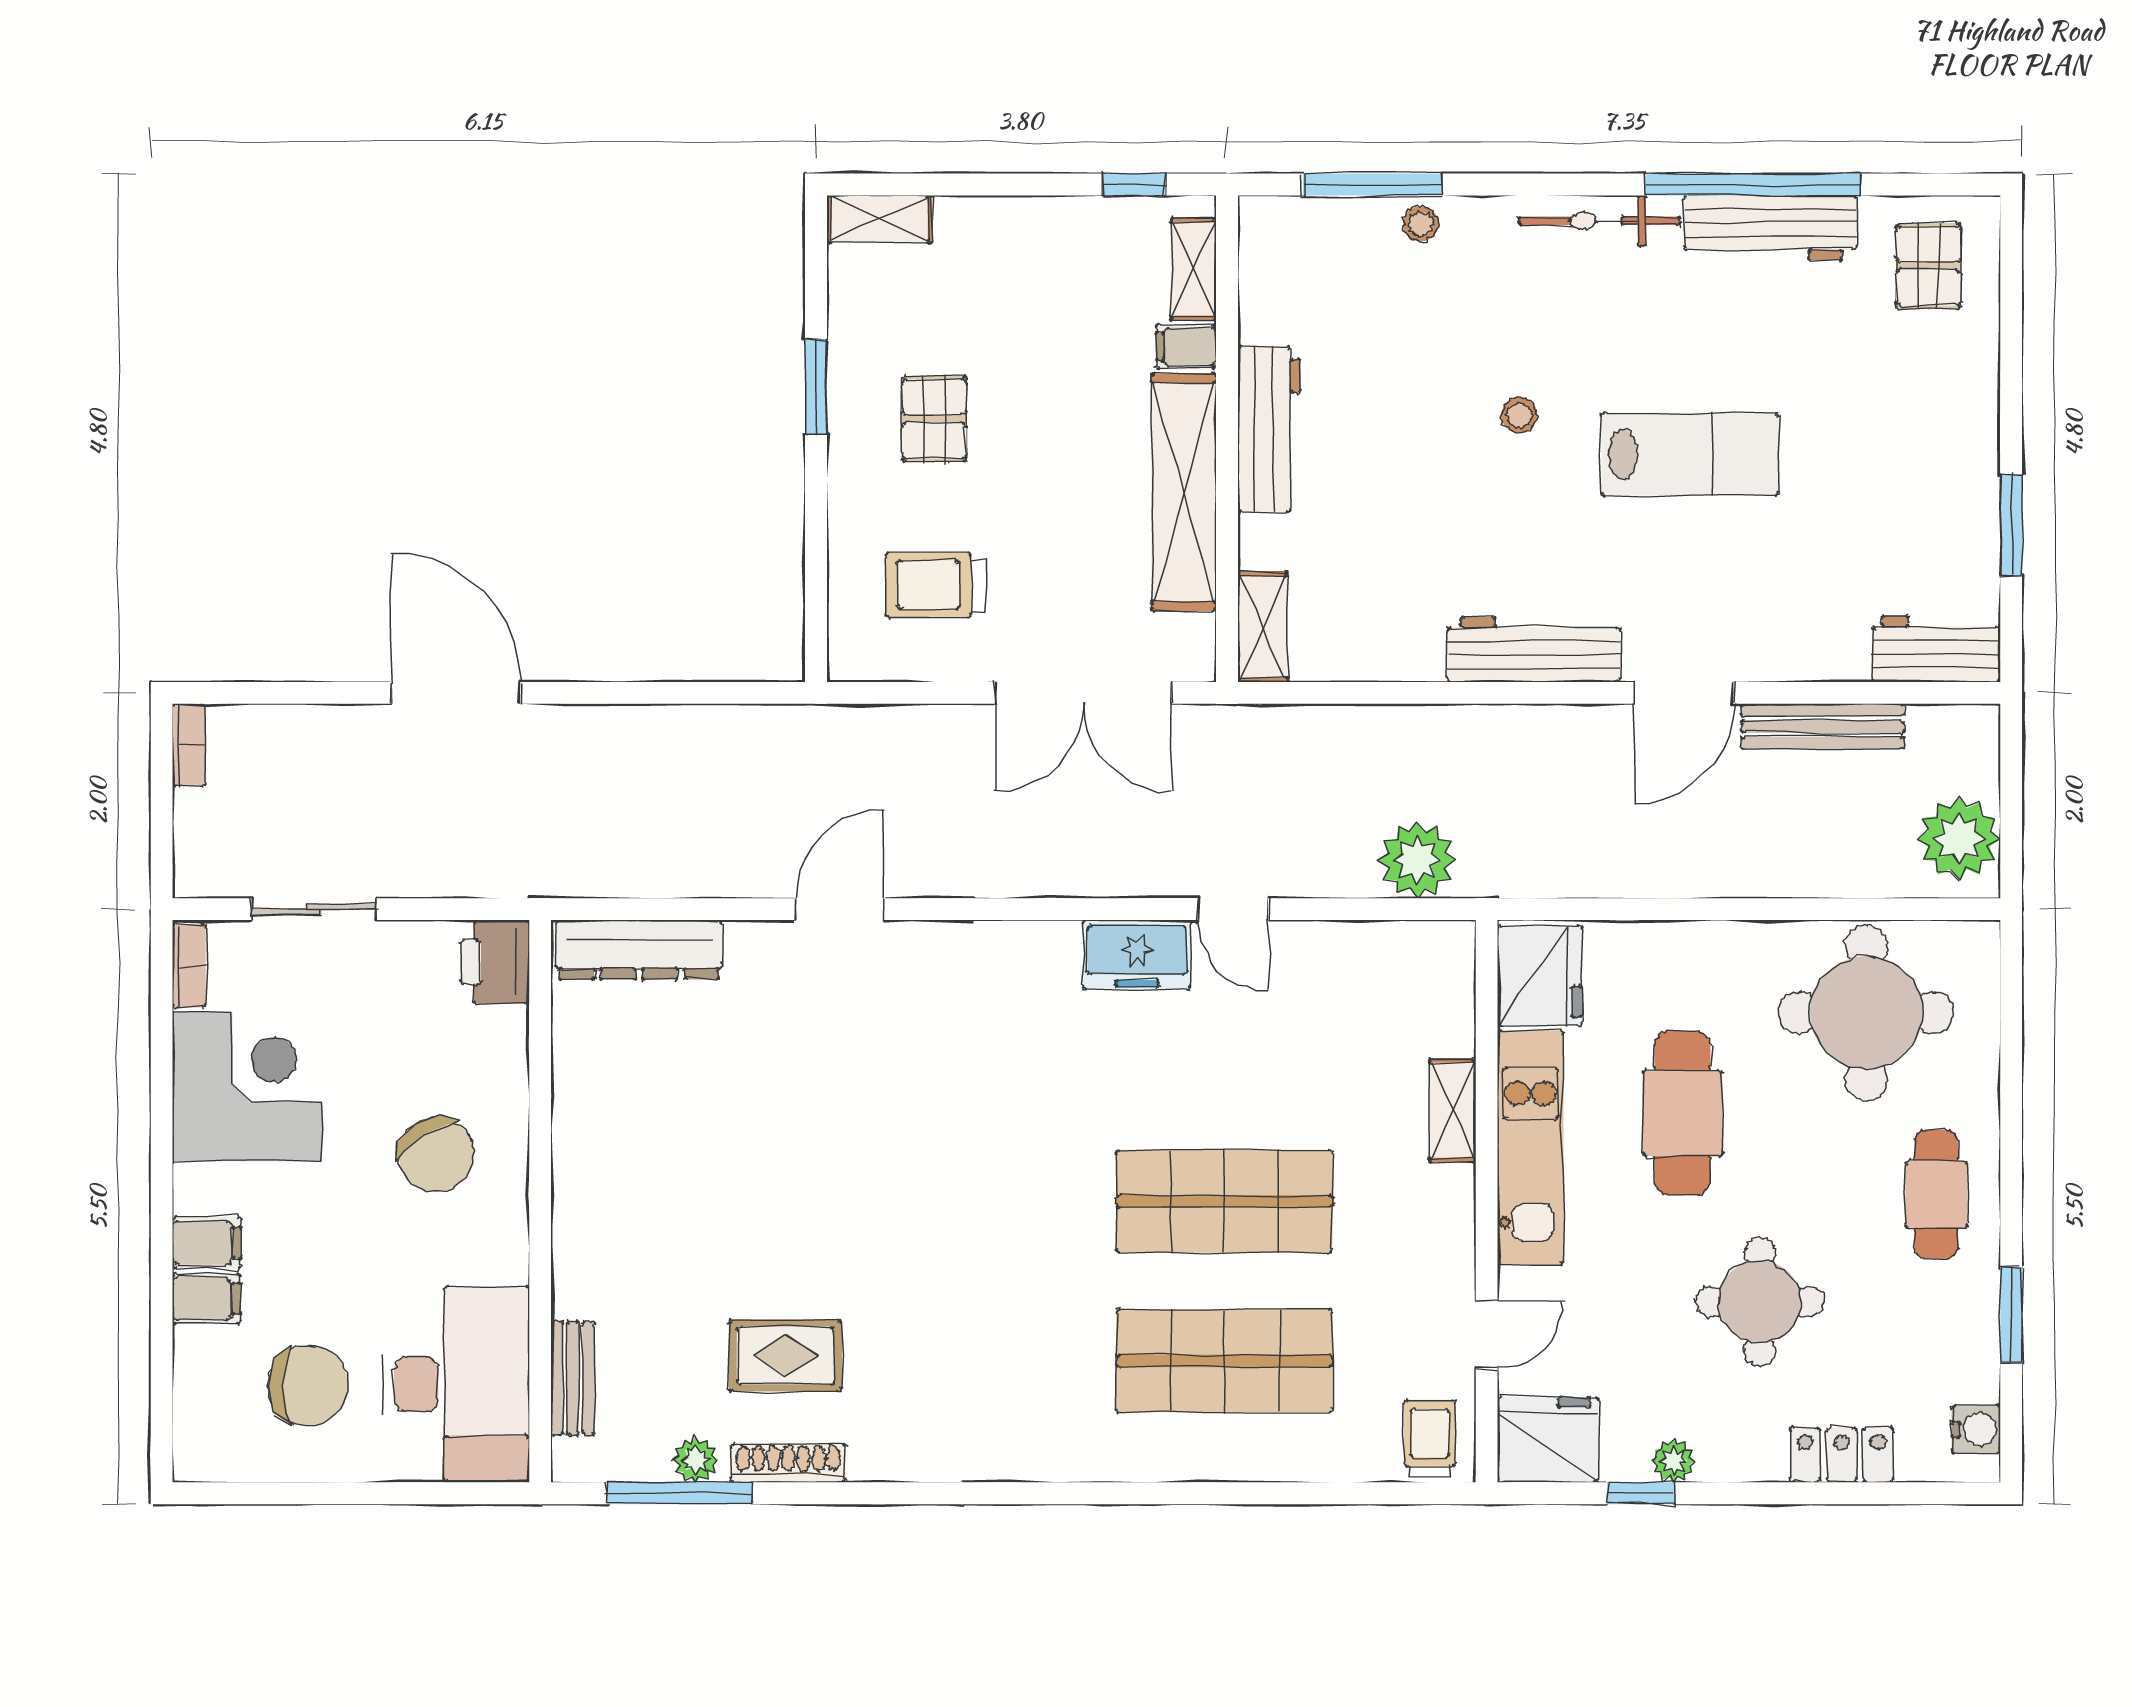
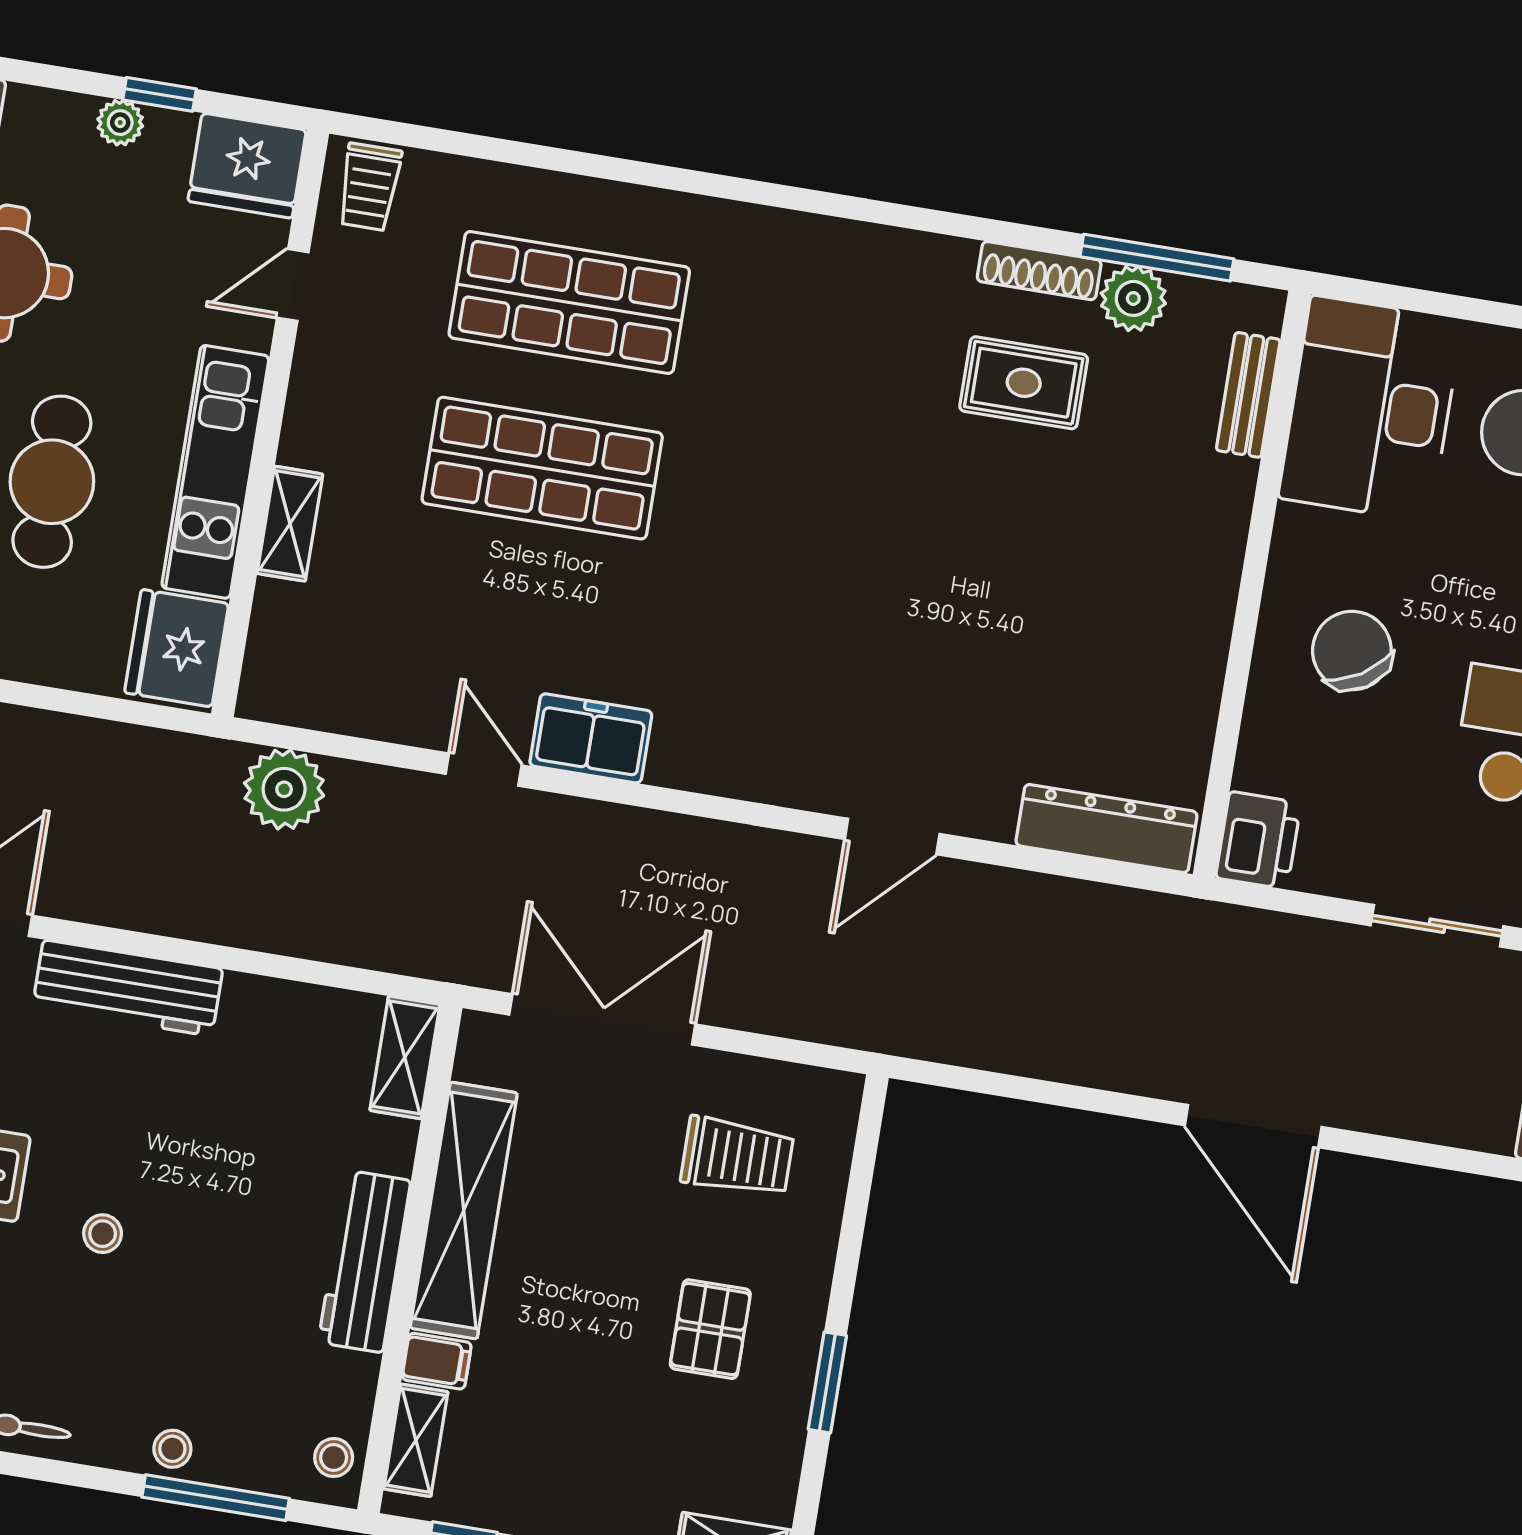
stool: (1268, 240) -> (334, 1458), added
plant: (695, 1460) -> (1133, 298), width x1.38, depth x1.38

